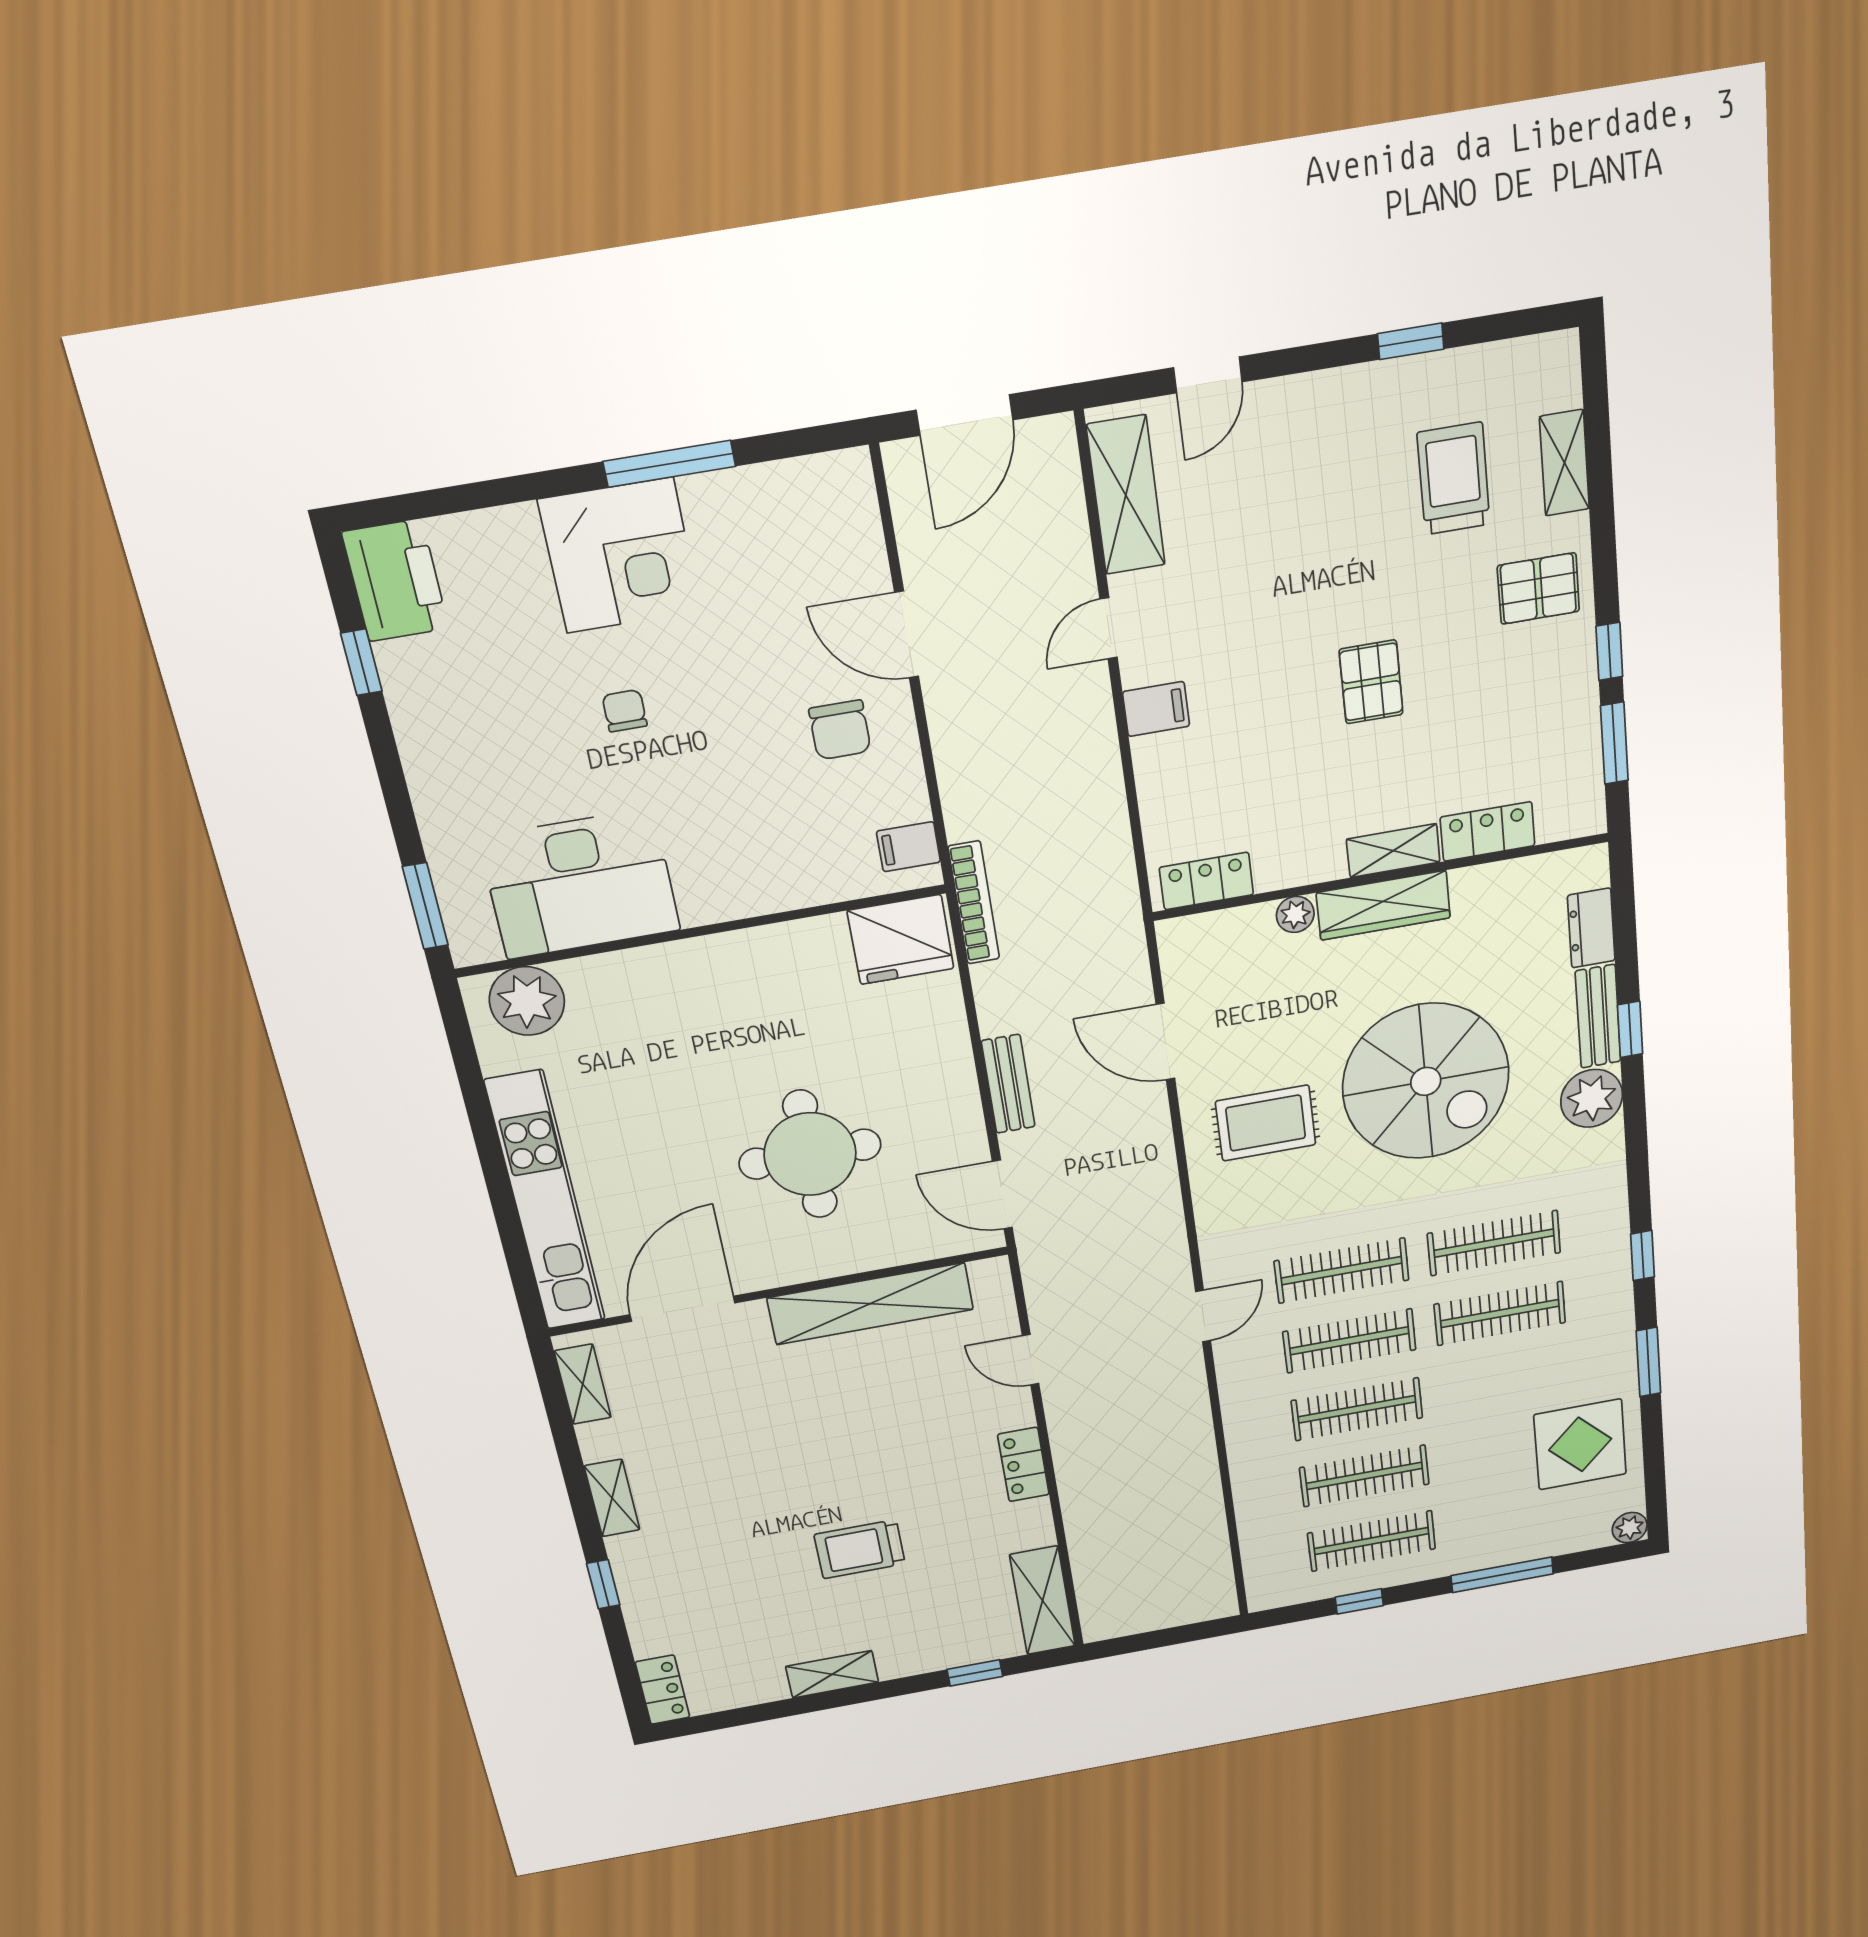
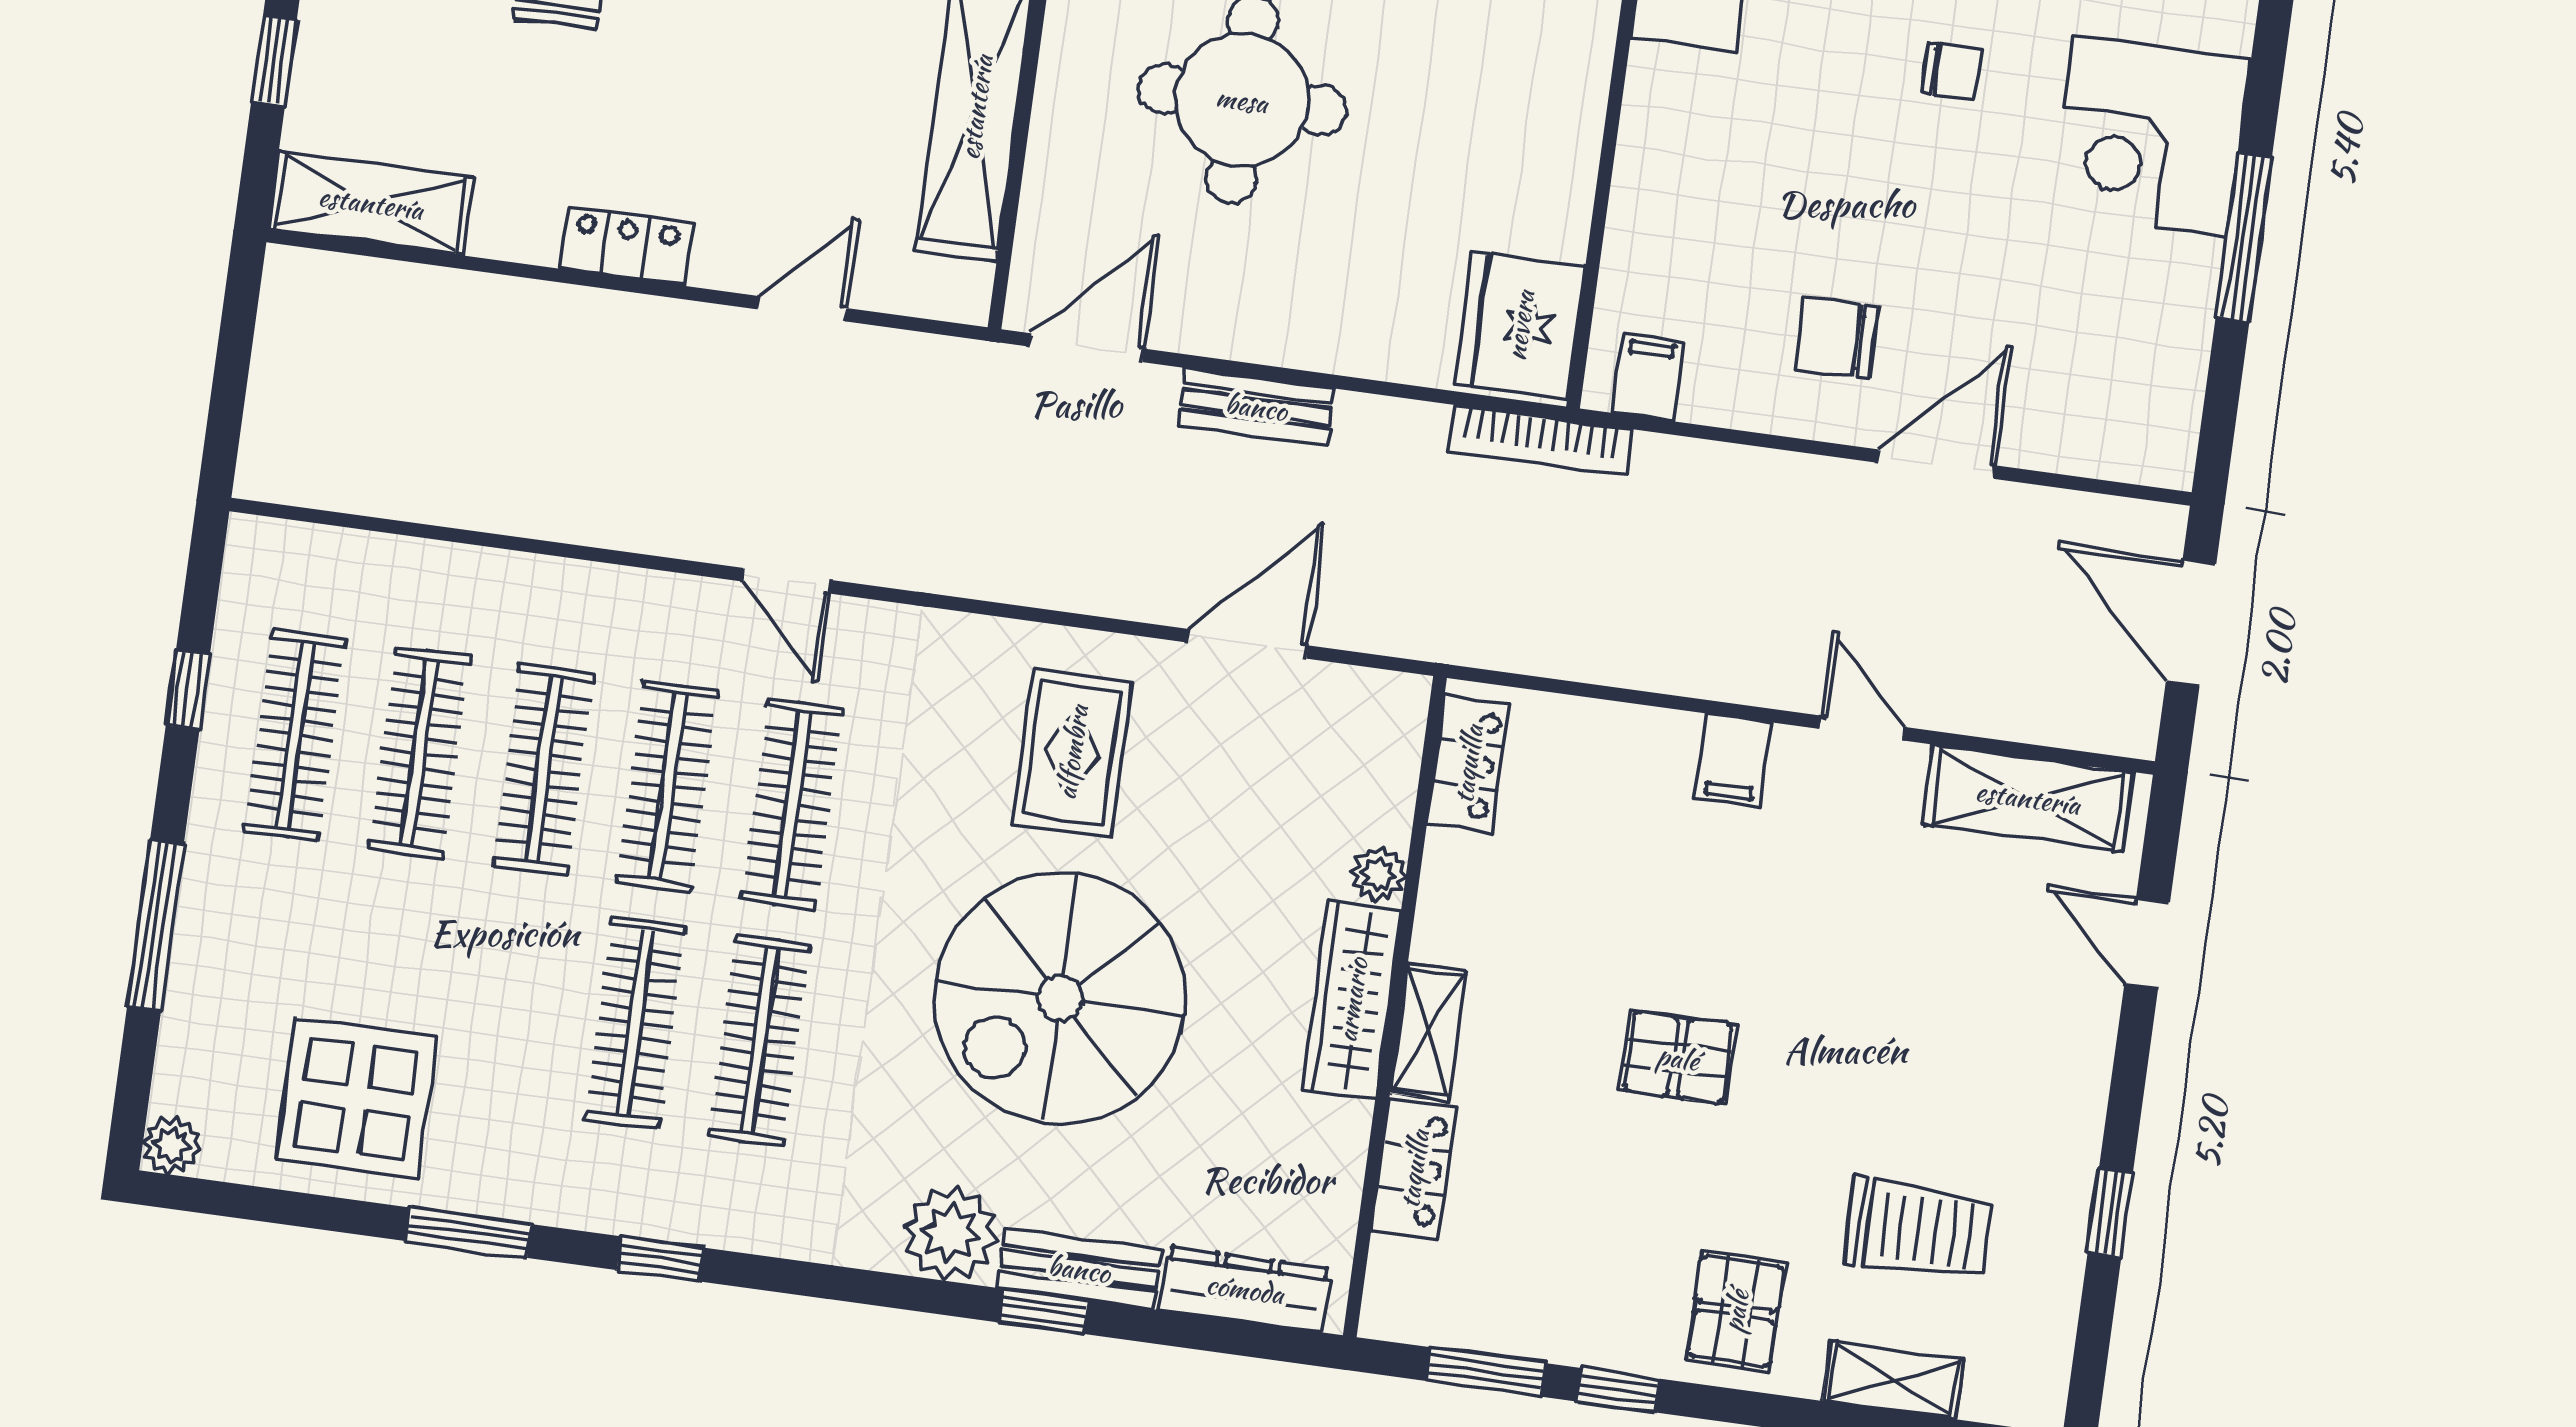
dresser: (1591, 928) -> (1245, 1289), width x1.44

